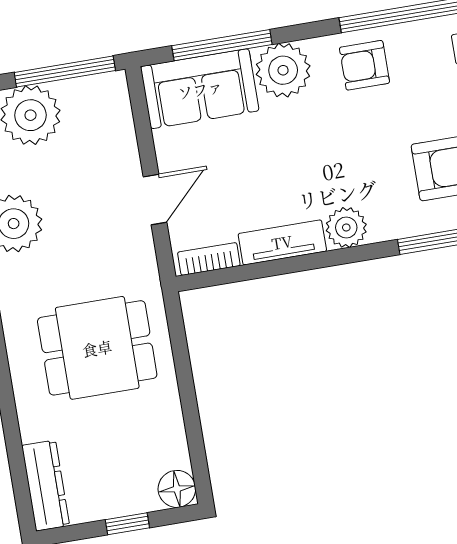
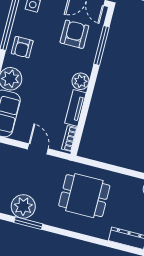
dining table: (97, 348) -> (84, 196), turned 90

